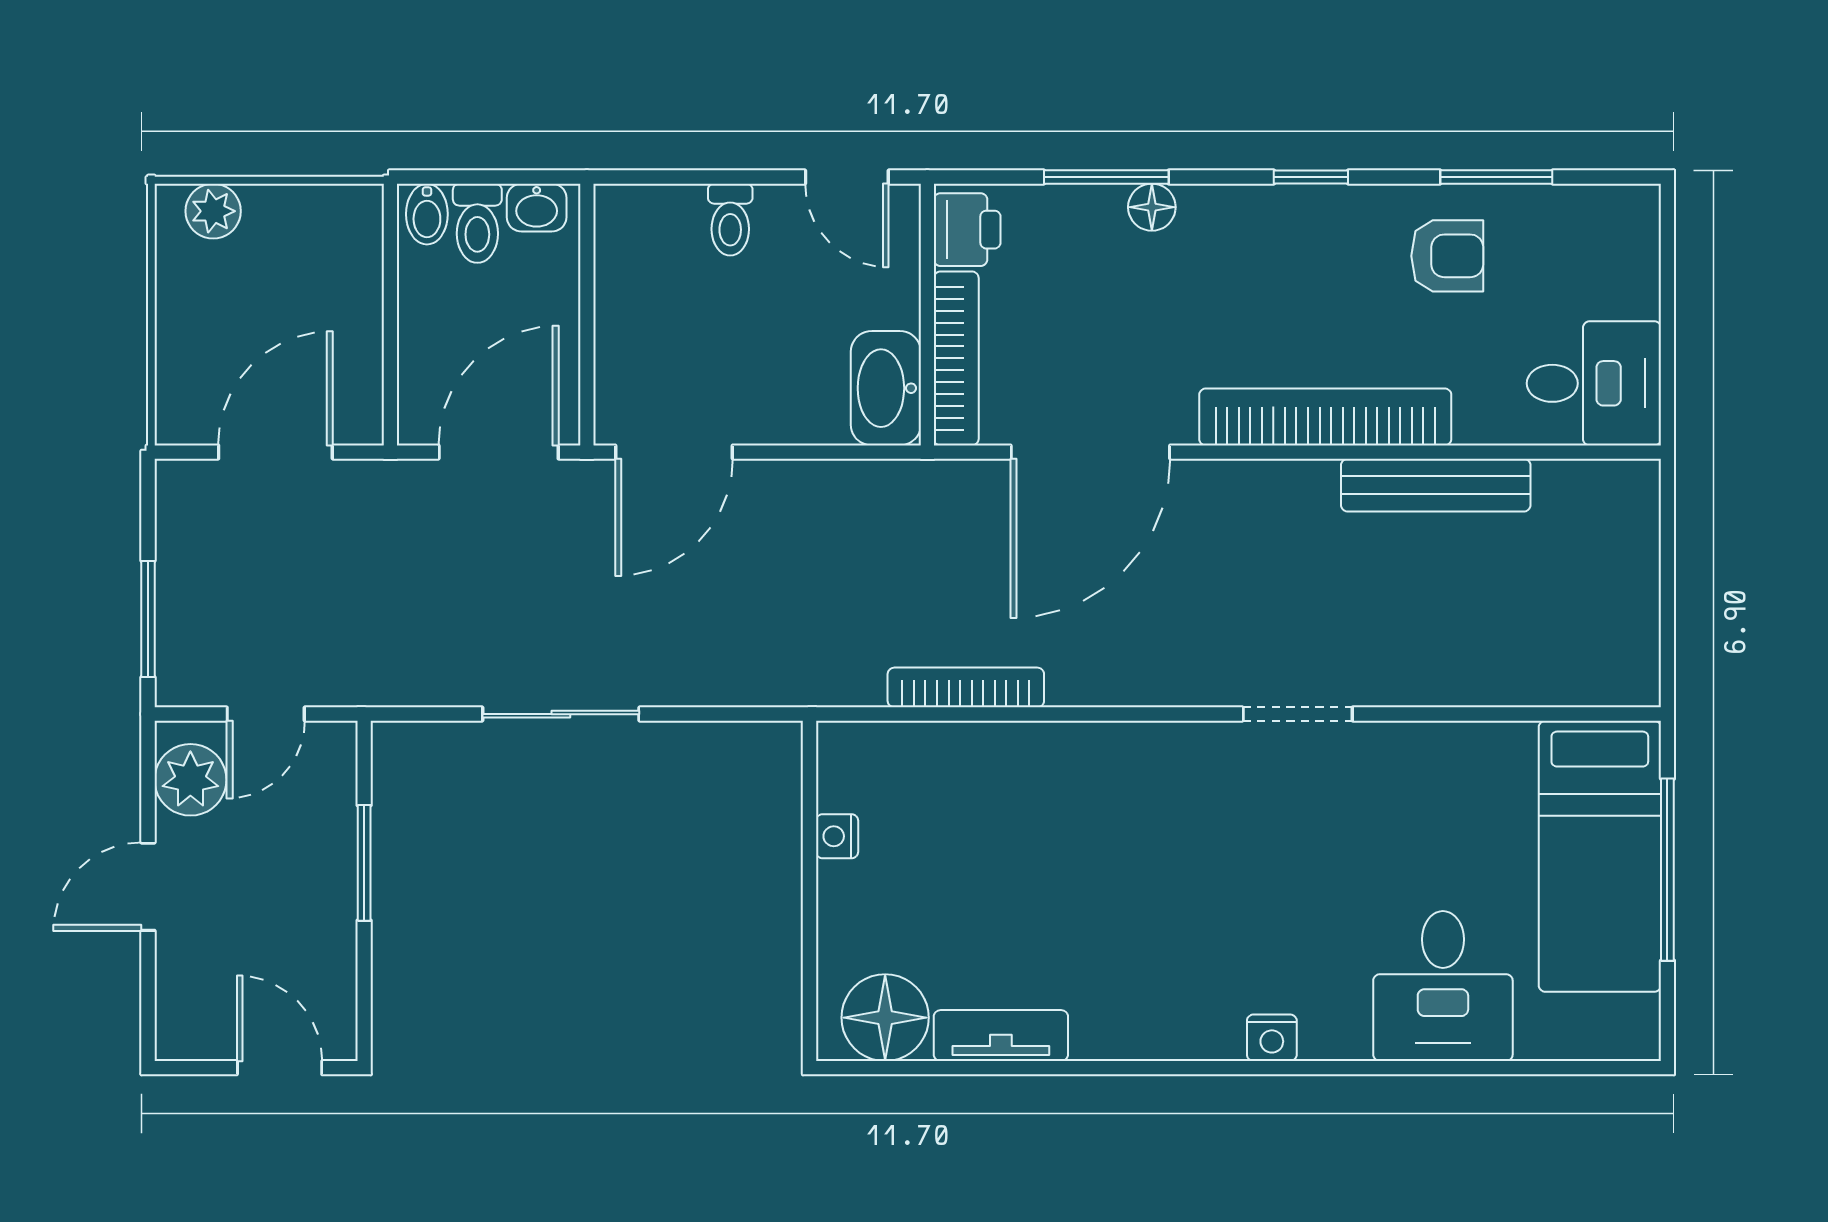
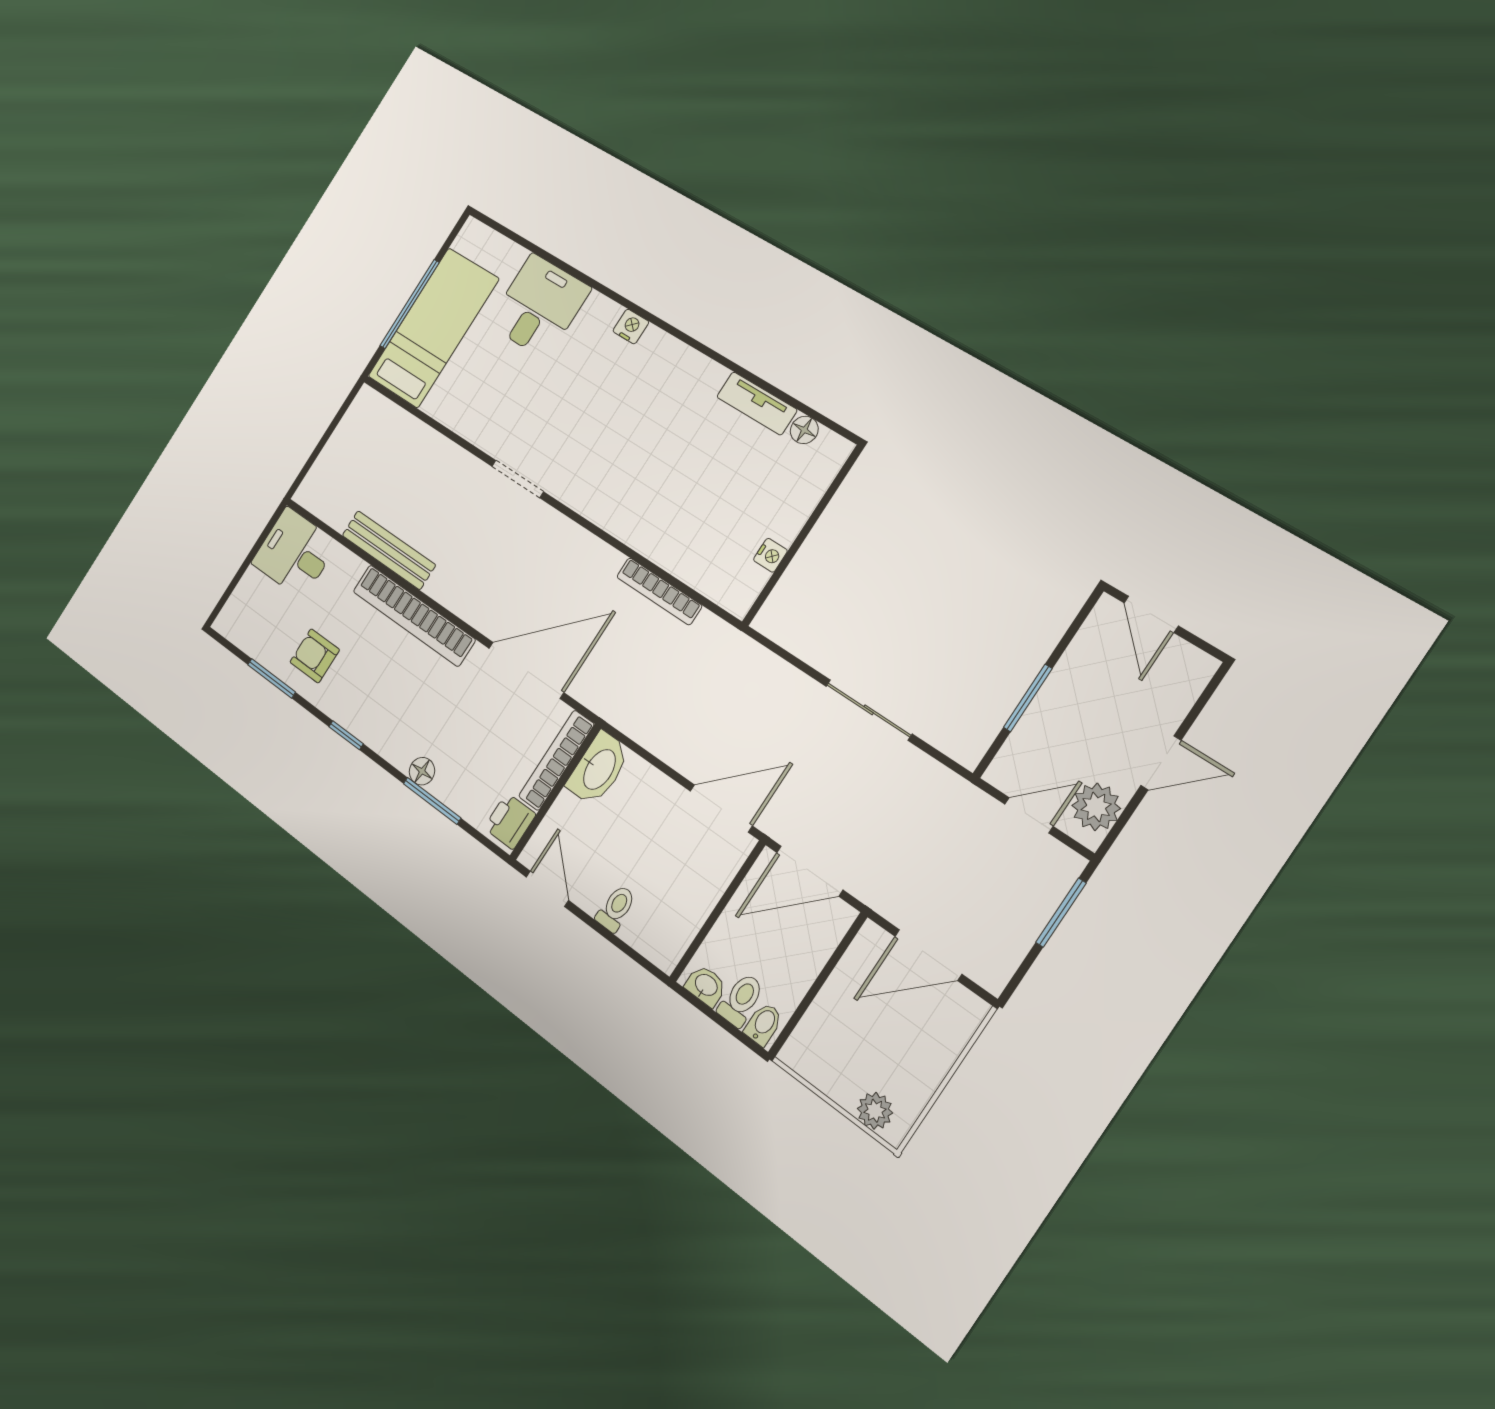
floor lamp: (885, 1018) -> (804, 430), width x0.53, depth x0.53

